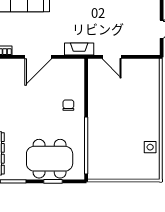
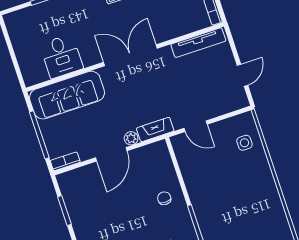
plant: (58, 50) -> (131, 138), added
side table: (150, 147) -> (244, 143), moved

